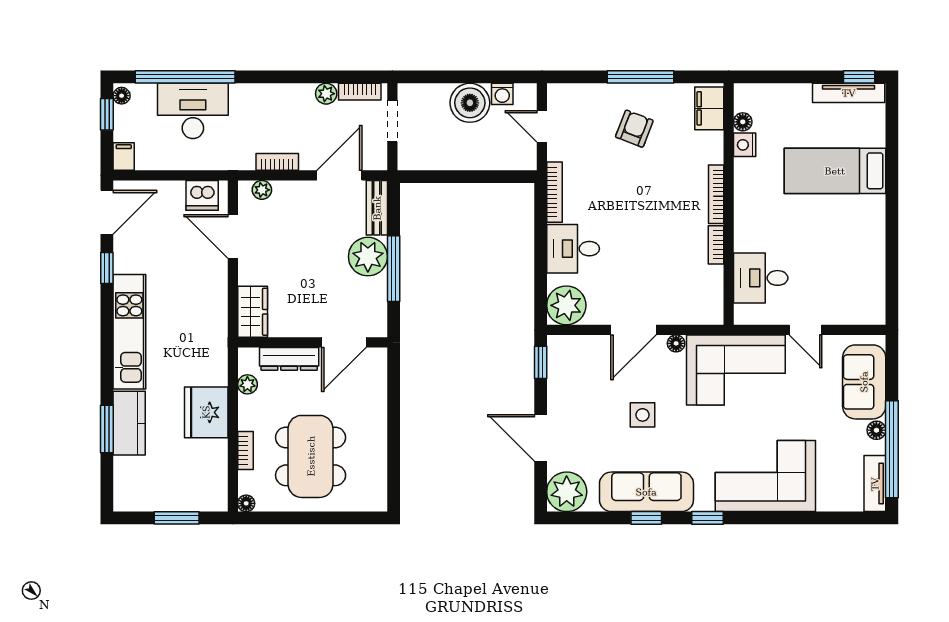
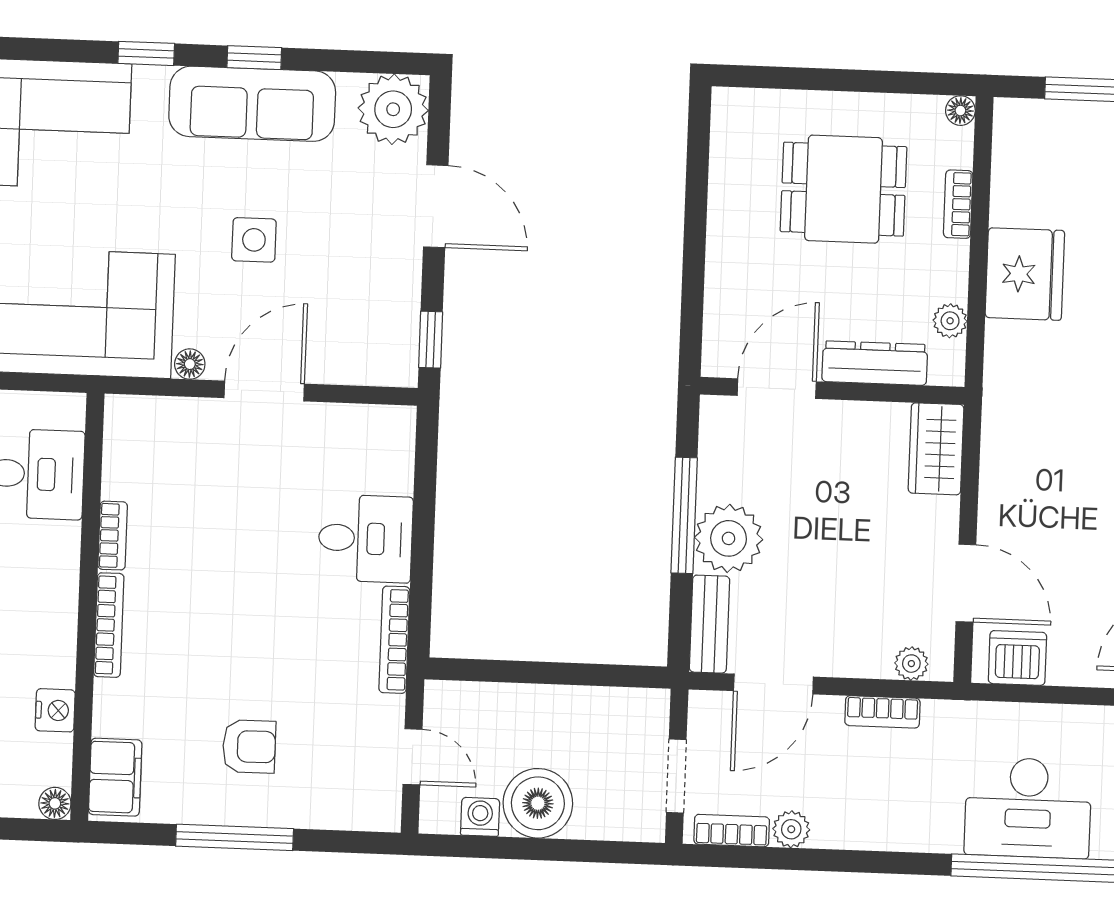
floor lamp: (743, 122) -> (55, 803), moved
armchair: (634, 129) -> (249, 746), turned -111
plant: (566, 305) -> (381, 439), removed
dining table: (311, 456) -> (844, 189), width x0.73

